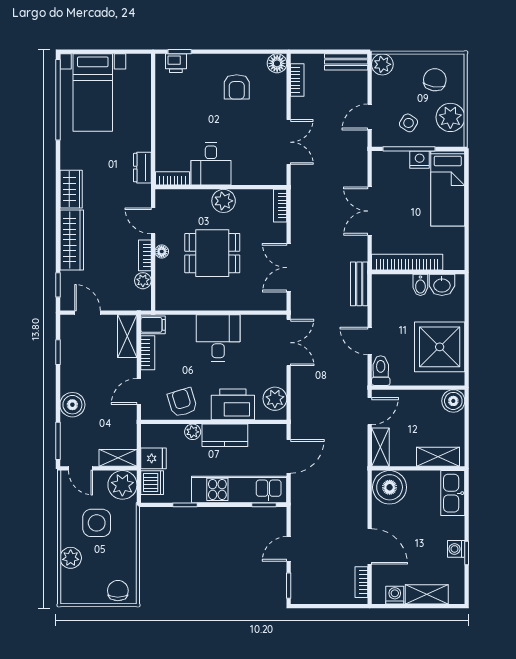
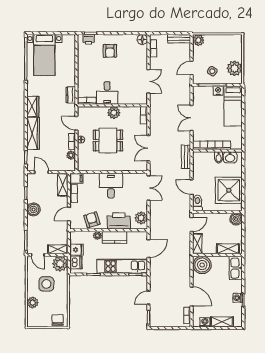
chair: (435, 80) -> (226, 48), removed
armchair: (237, 87) -> (110, 51), moved
boiler: (72, 405) -> (33, 209), moved

